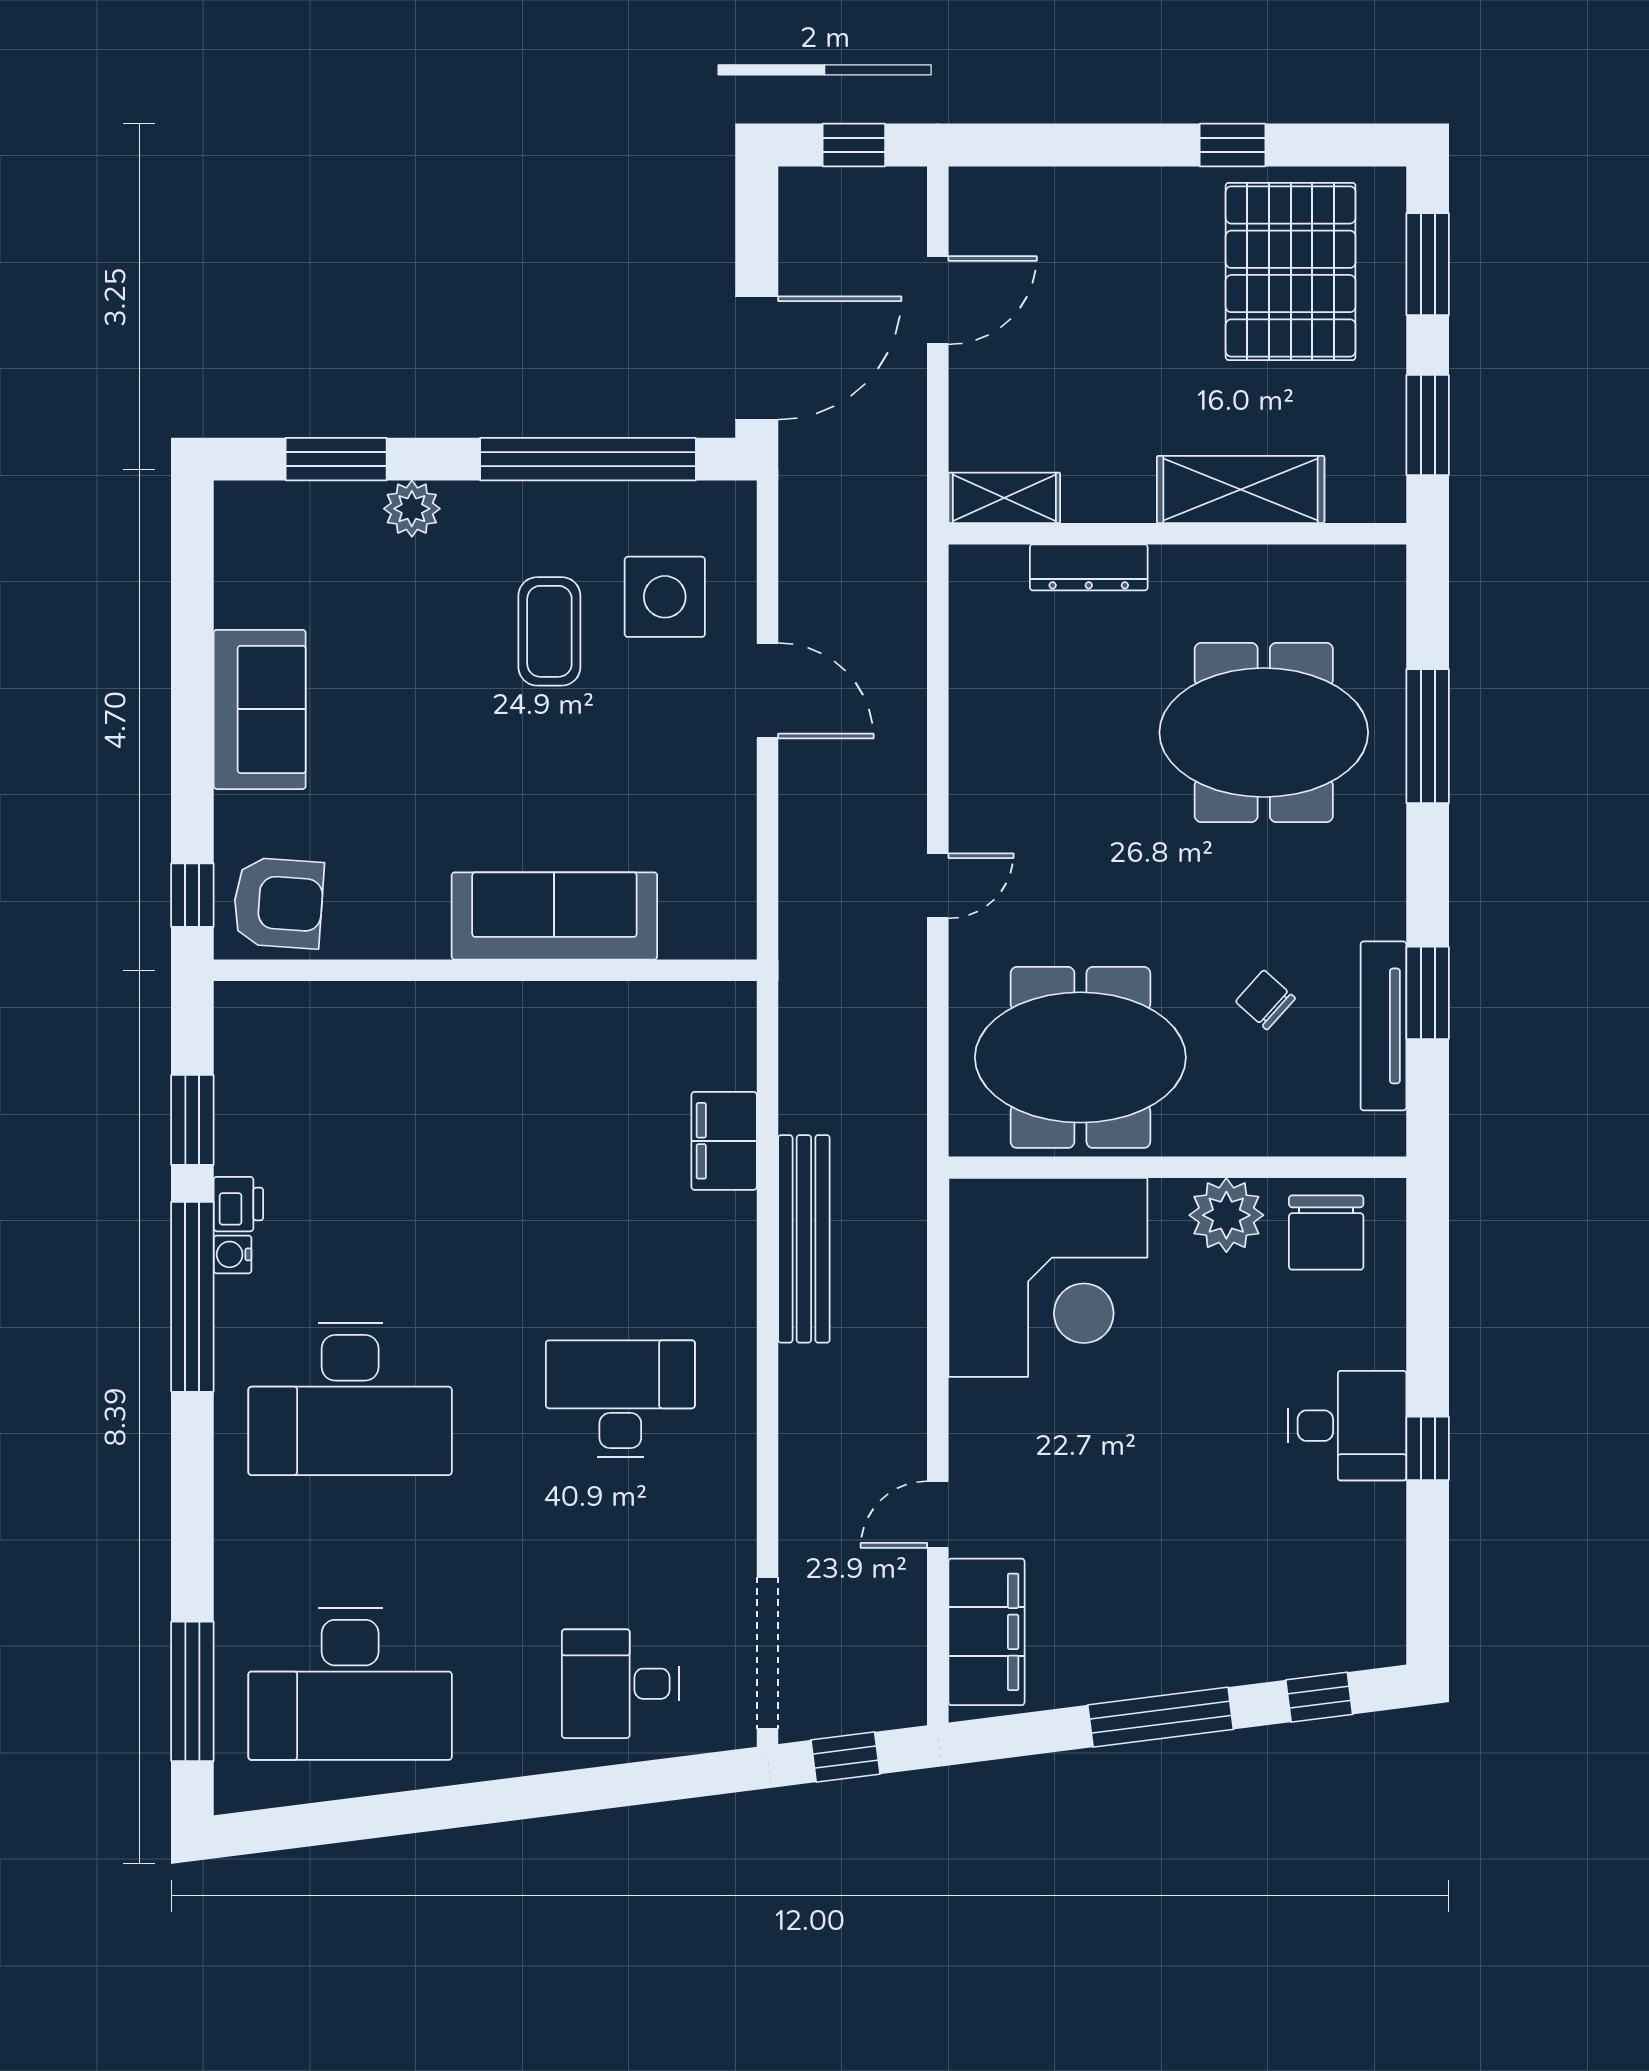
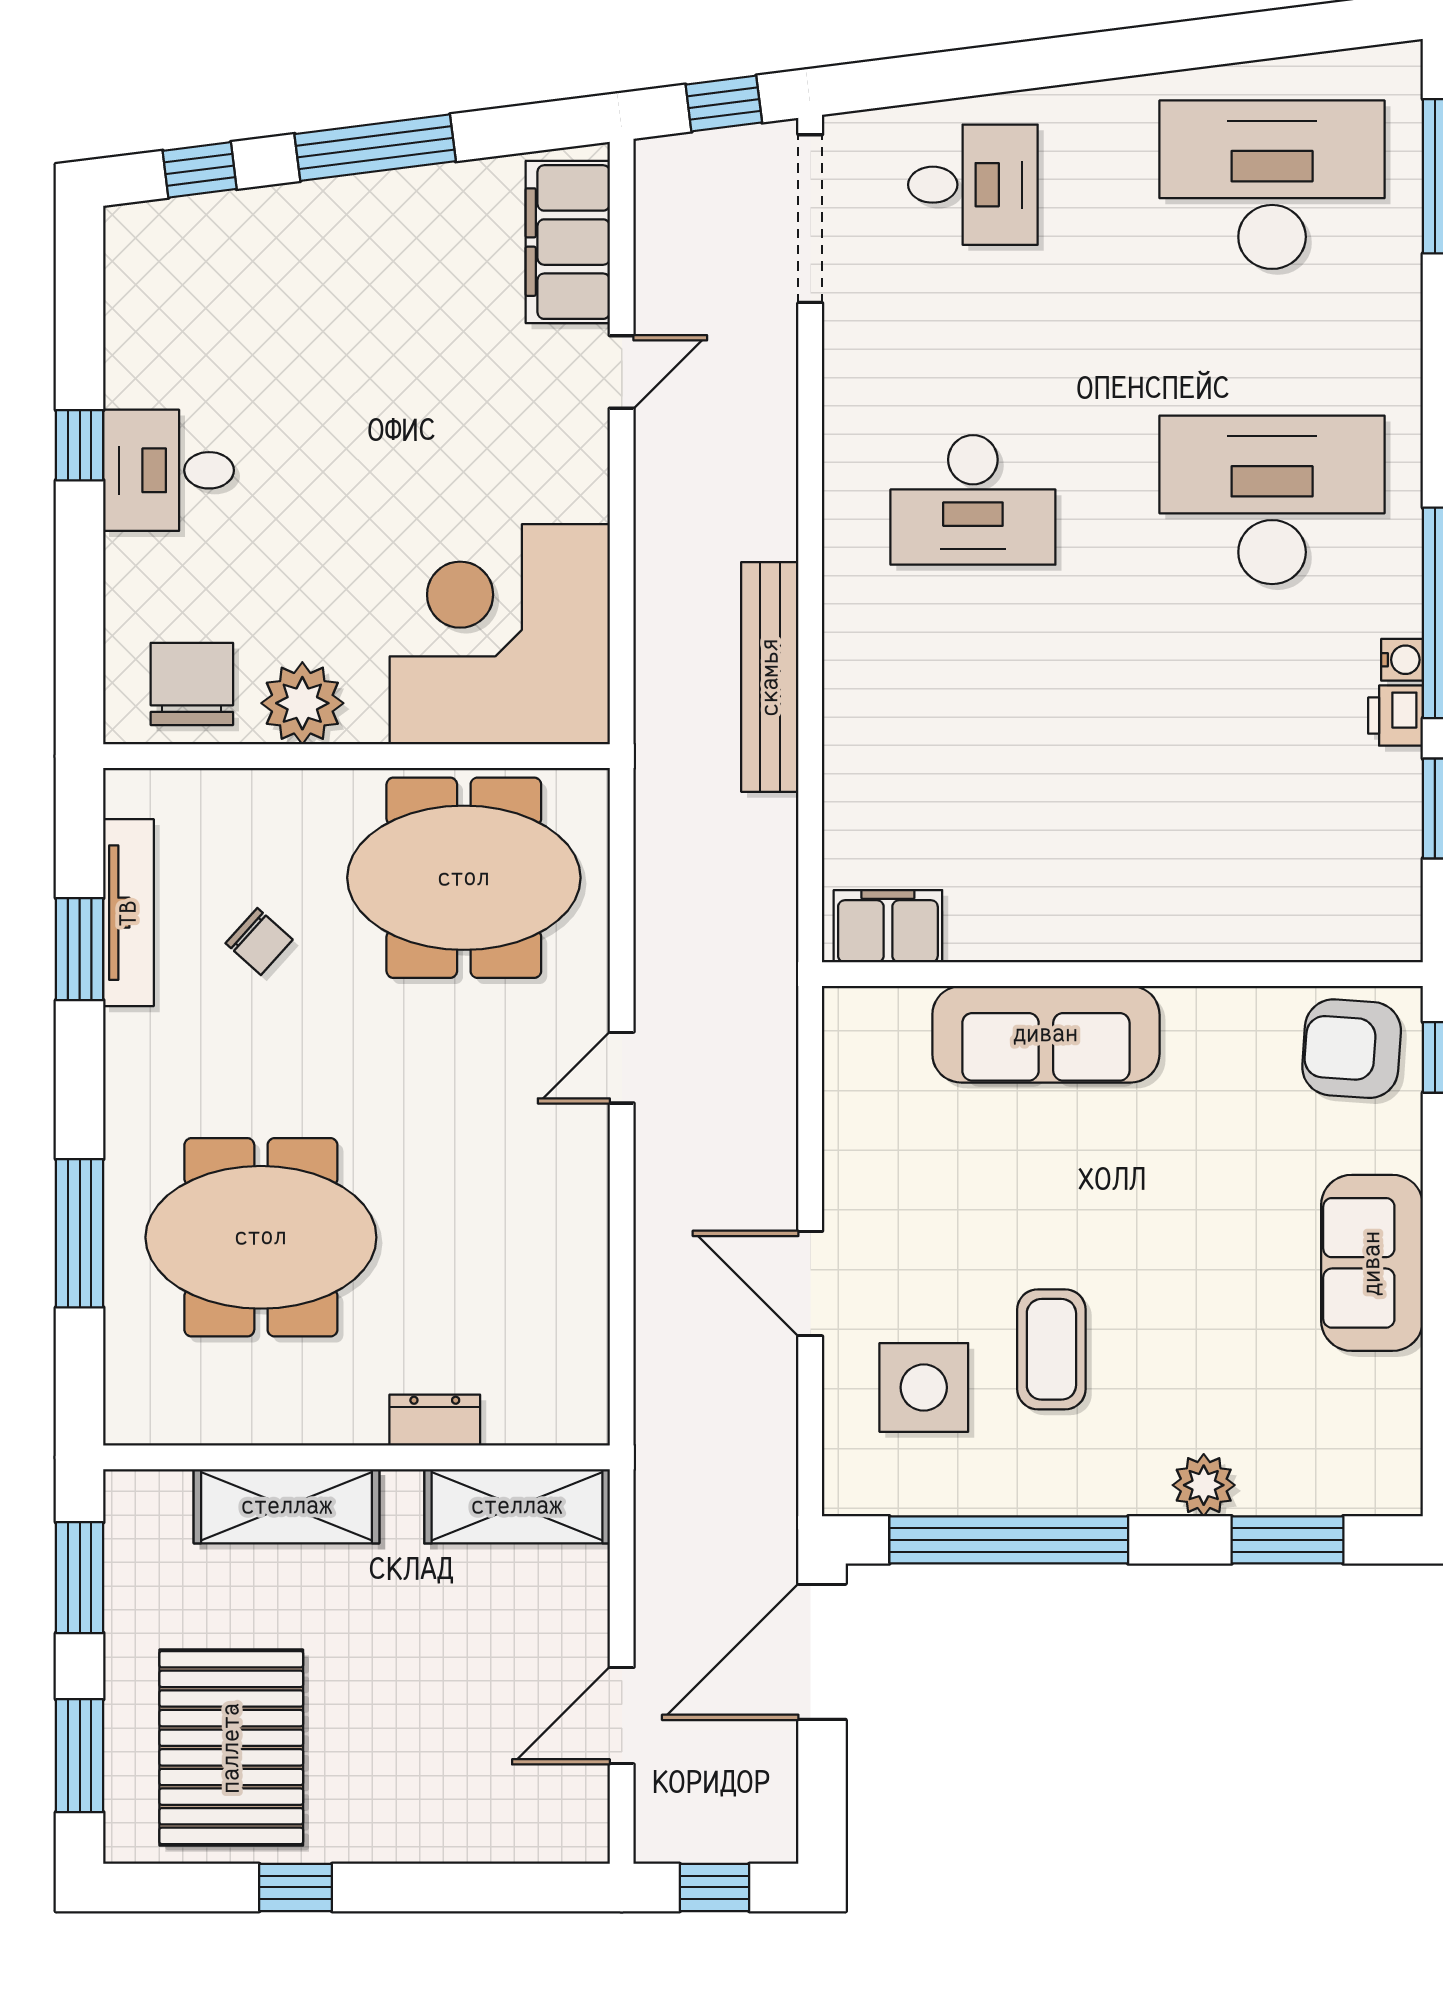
shelving: (1004, 498) -> (517, 1506), width x1.50, depth x1.33
dresser: (1089, 567) -> (435, 1420), width x0.70
filing cabinet: (724, 1141) -> (888, 926), moved, turned -90

